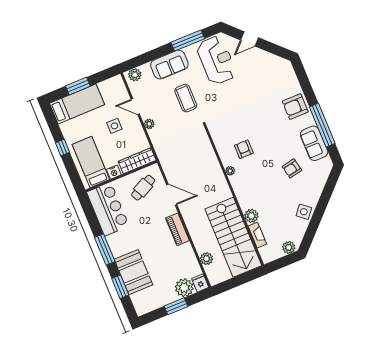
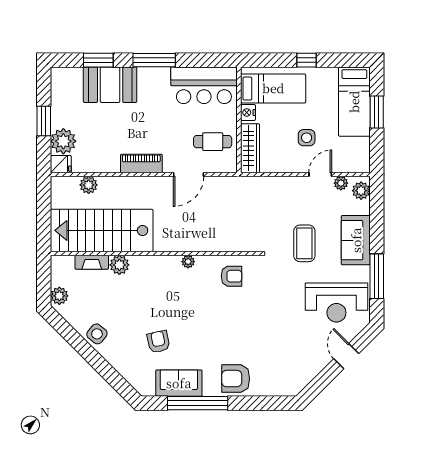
coffee table: (186, 98) -> (304, 243), turned 90
armchair: (295, 107) -> (236, 379), turned -90
plant: (149, 124) -> (341, 183), moved
armchair: (244, 149) -> (231, 276), moved
cafe table: (143, 188) -> (213, 142), turned -63

